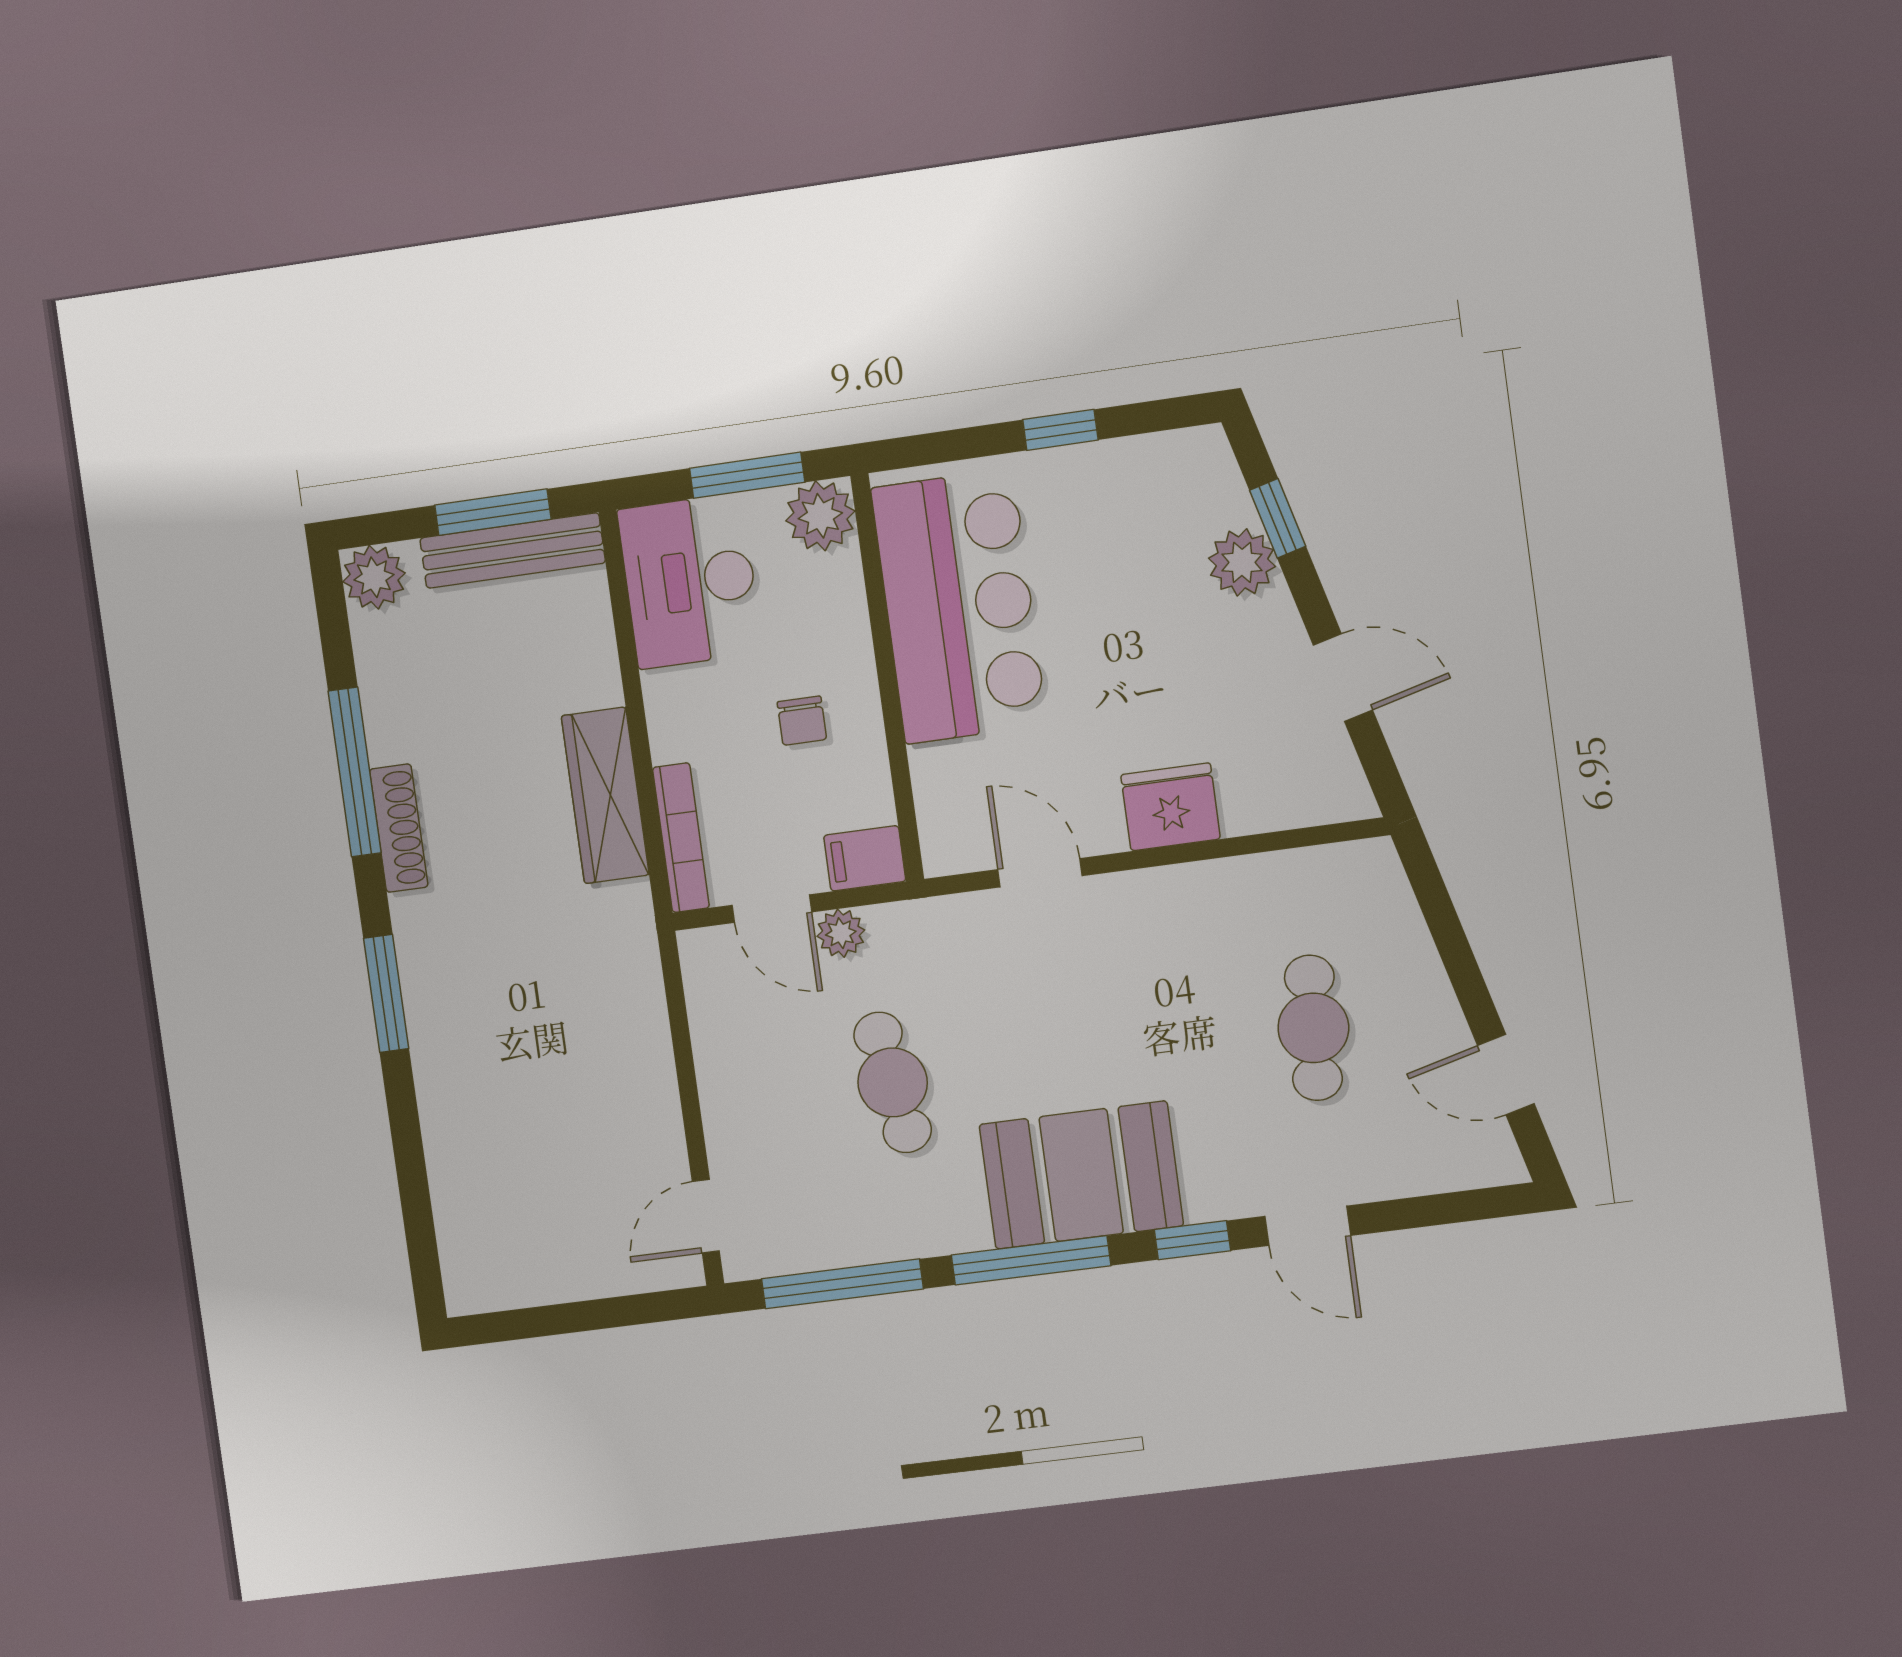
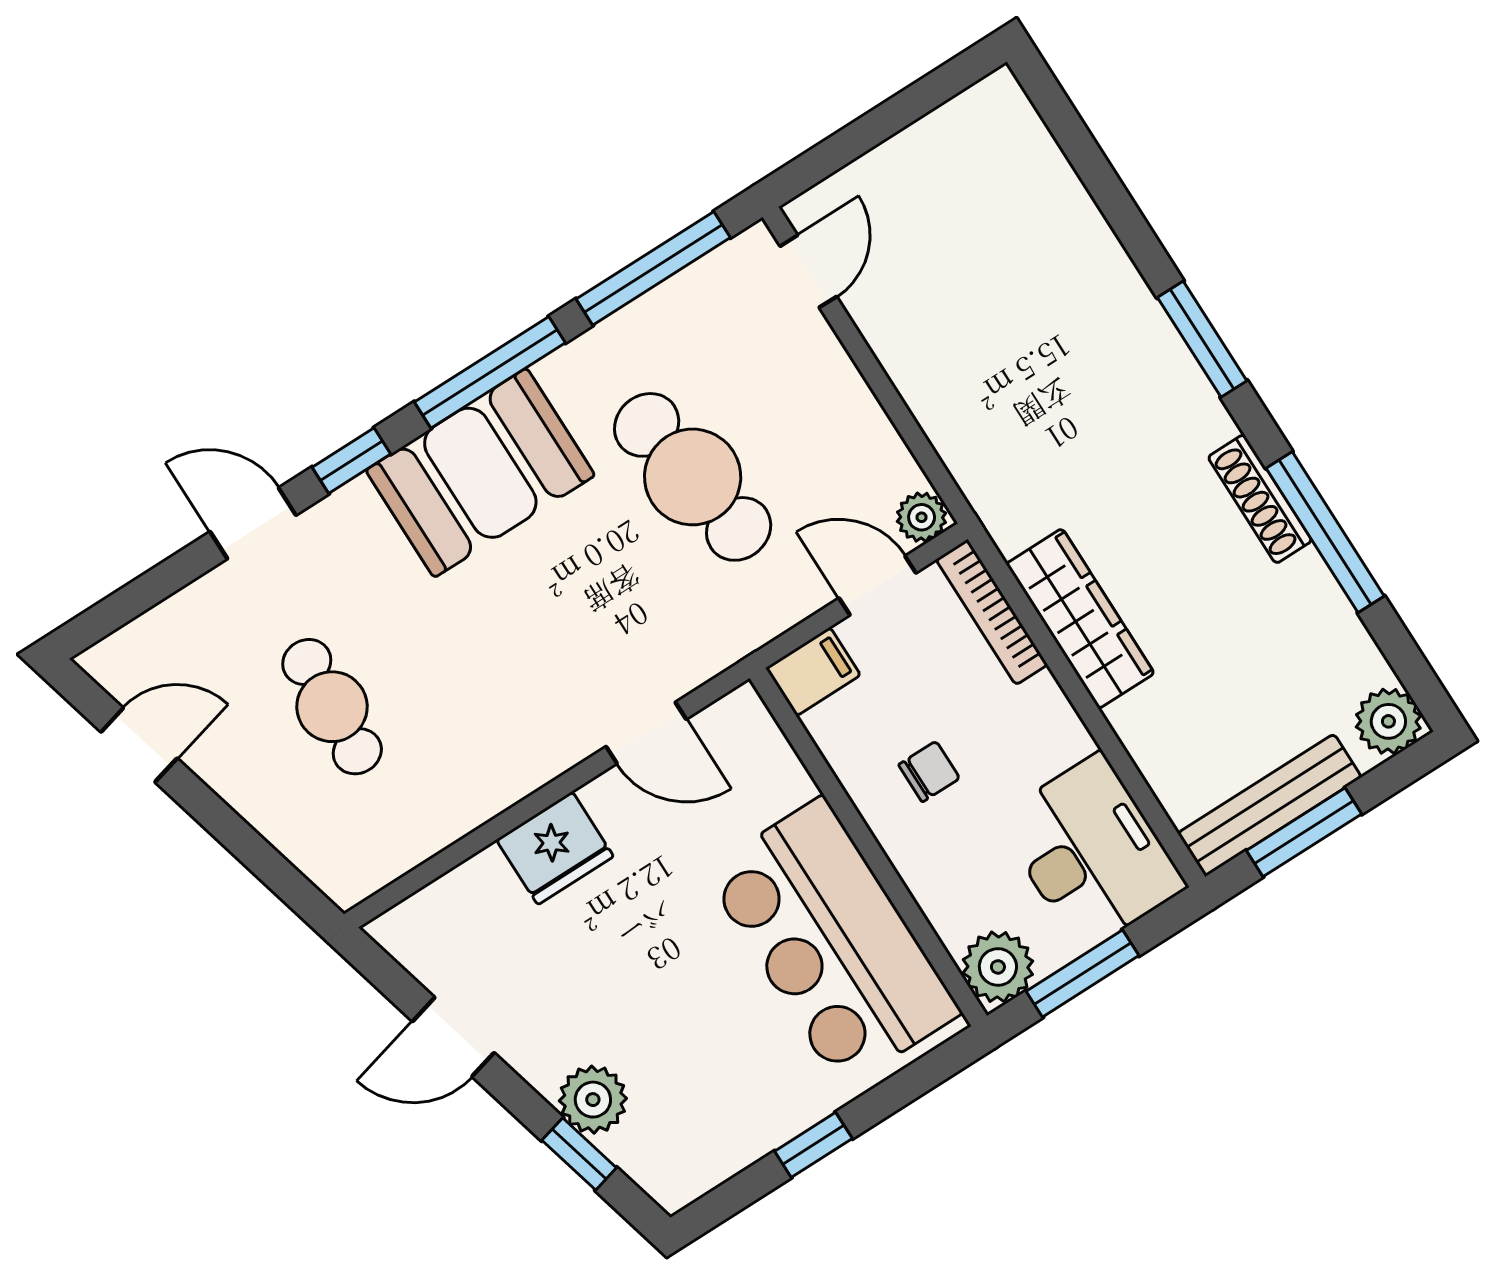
chair: (802, 721) -> (929, 772), turned 90
plant: (841, 933) -> (922, 517), moved
cafe table: (893, 1082) -> (693, 477), width x1.37, depth x1.35

